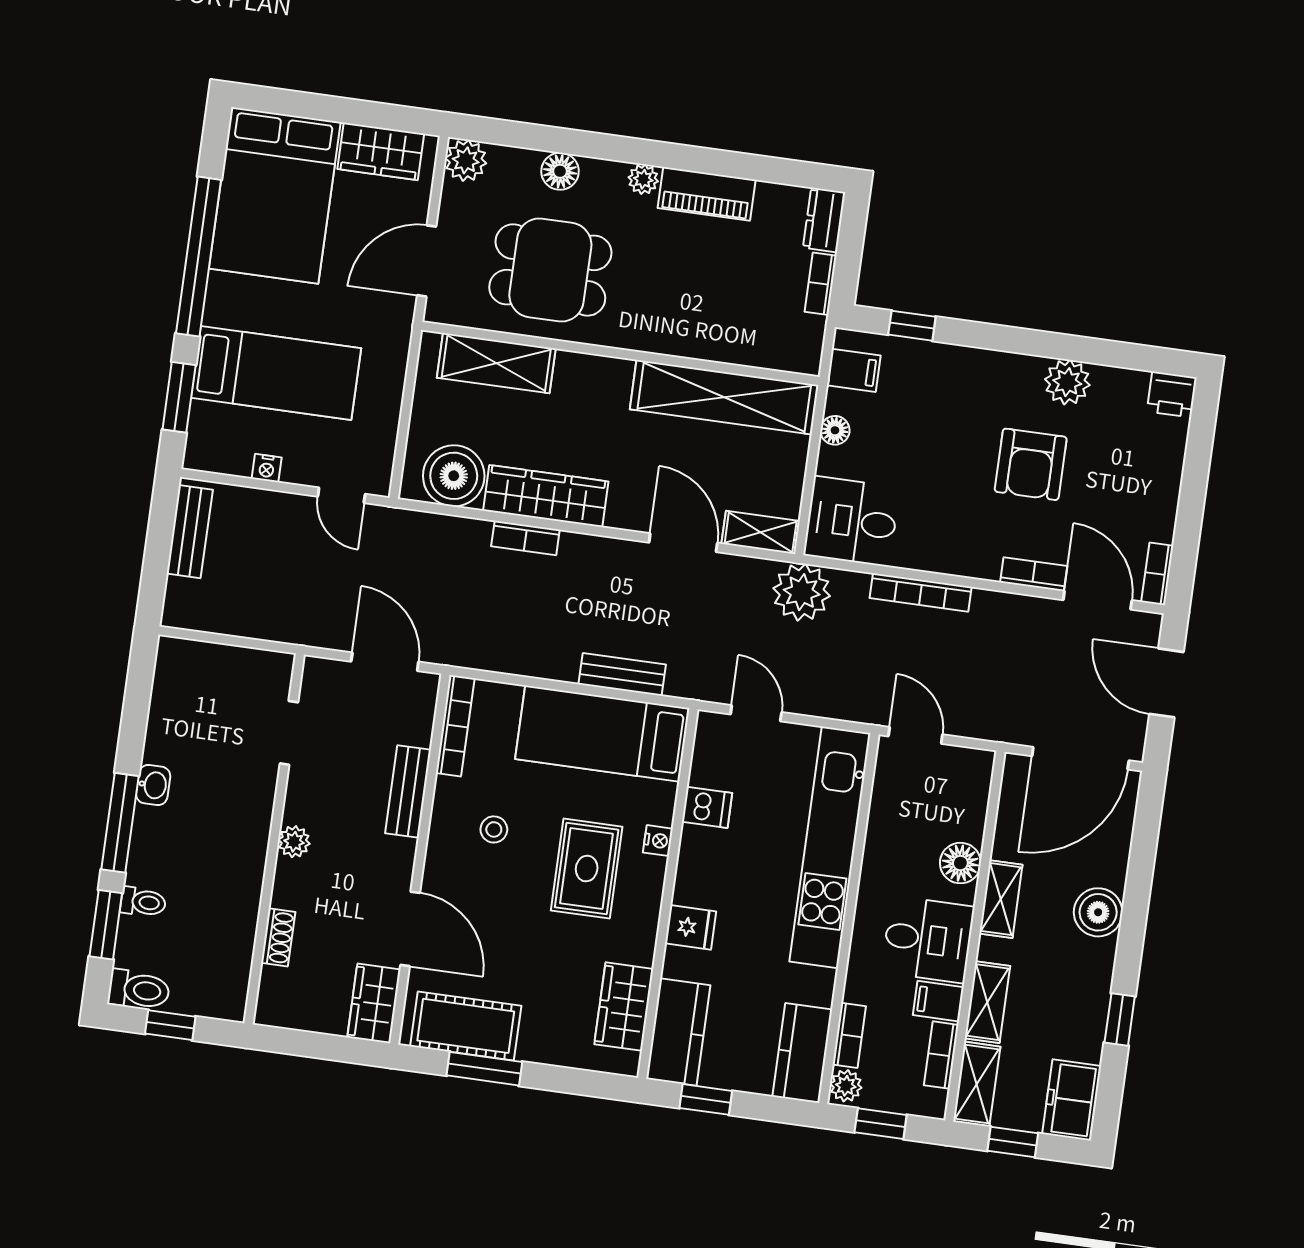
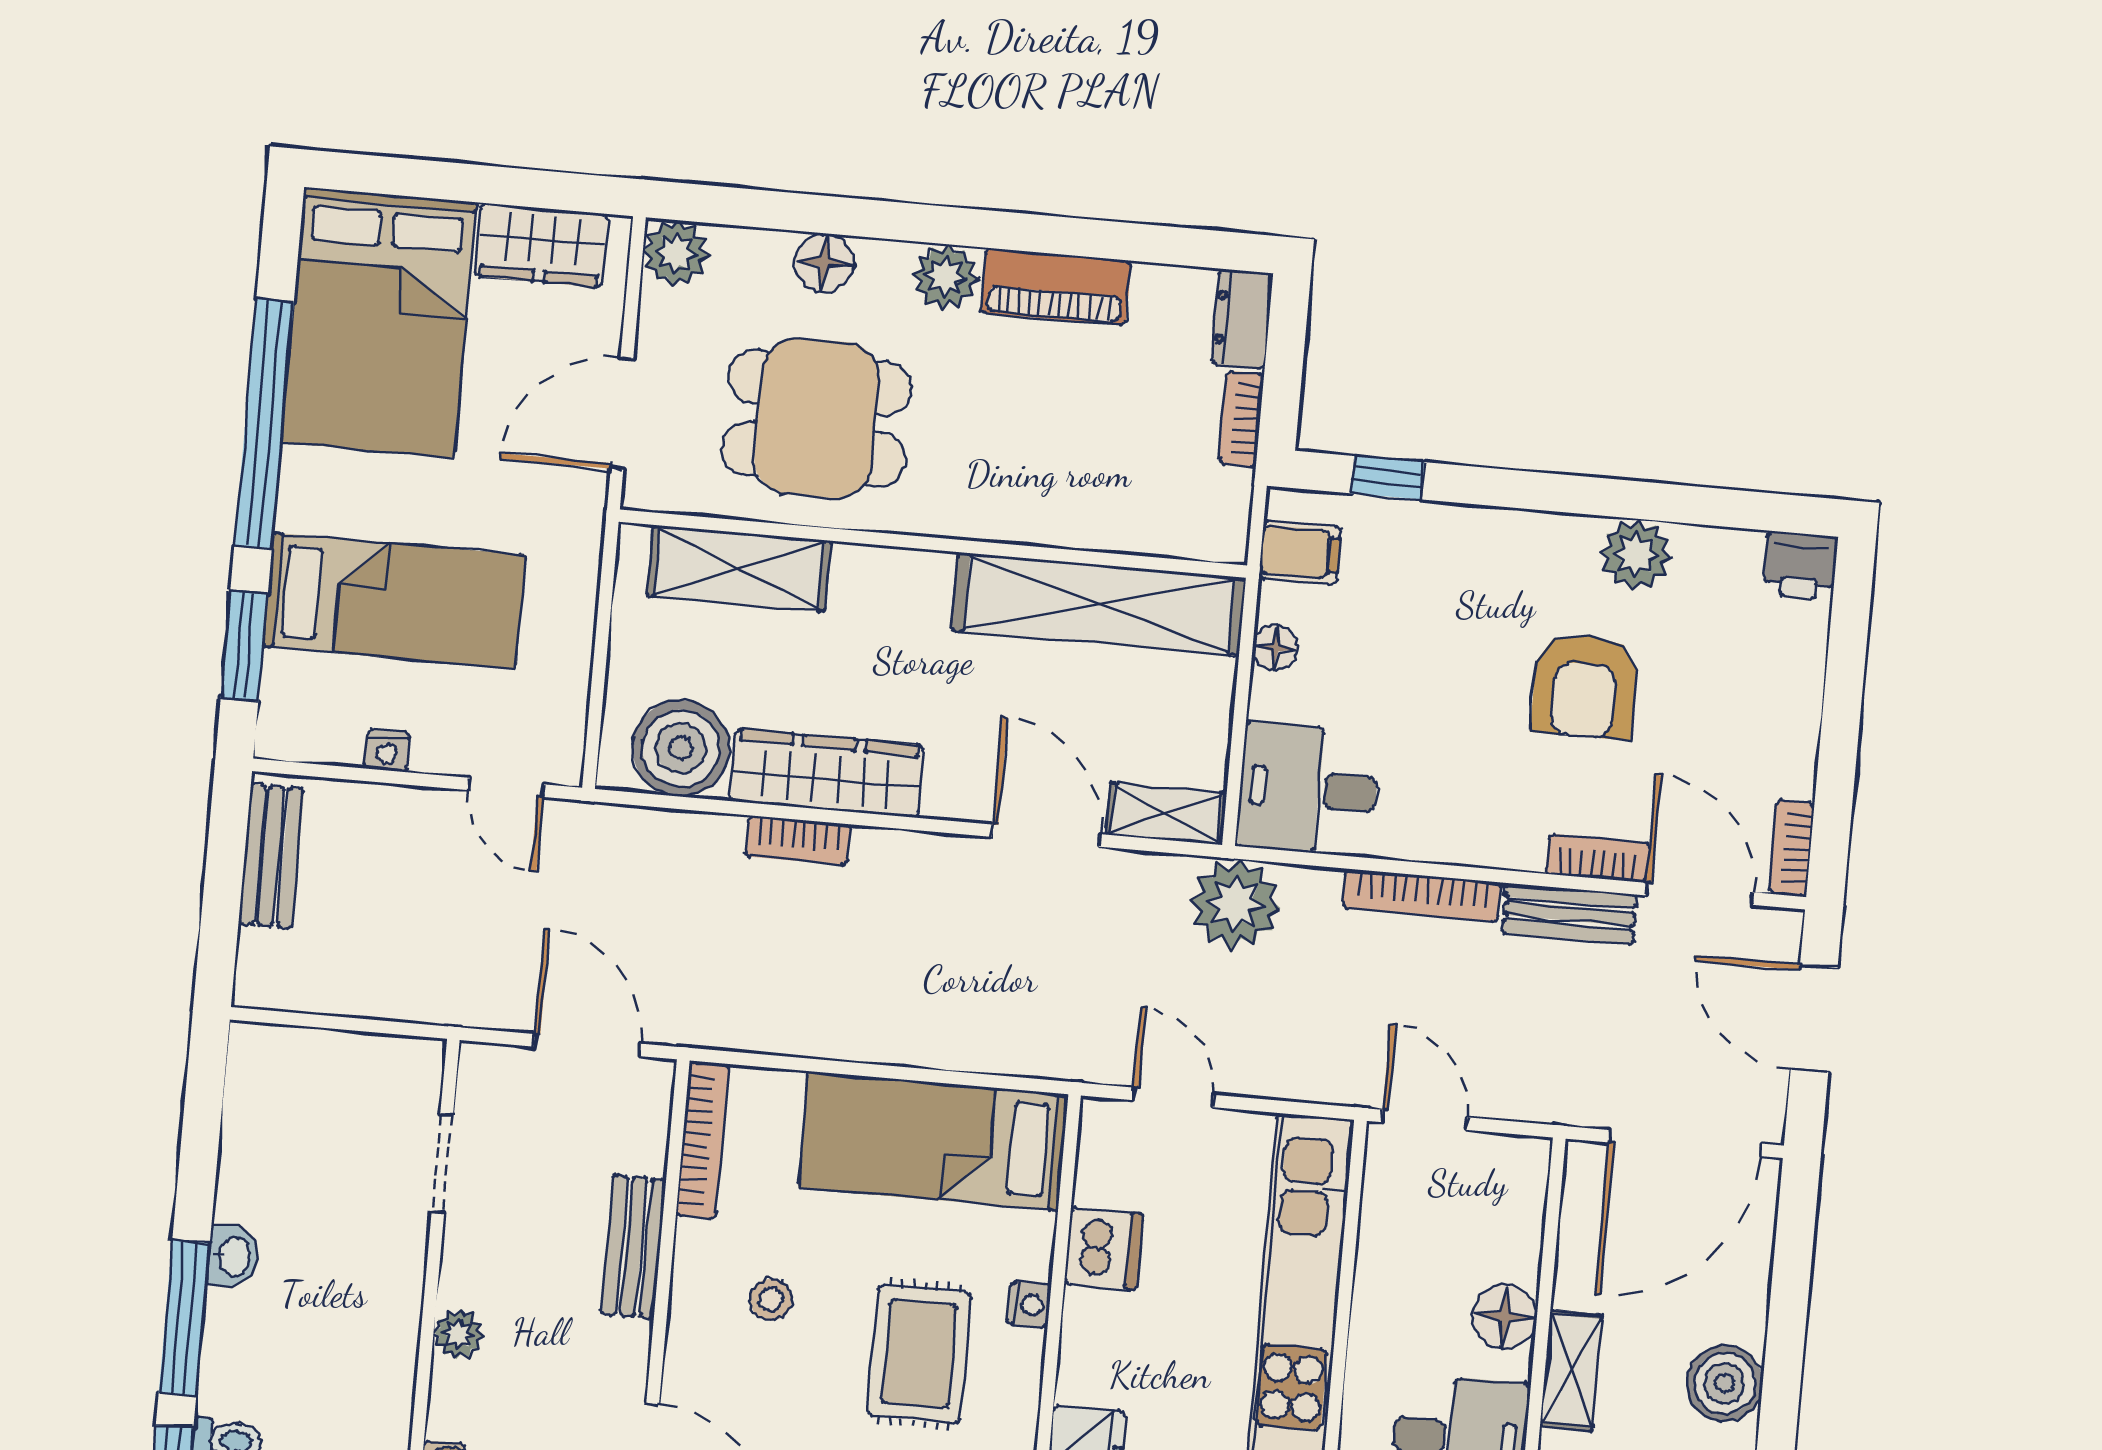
plant: (643, 179) -> (946, 277), width x1.38, depth x1.38
bench: (622, 674) -> (1569, 914), moved
dishwasher: (707, 807) -> (1103, 1249), width x1.38

